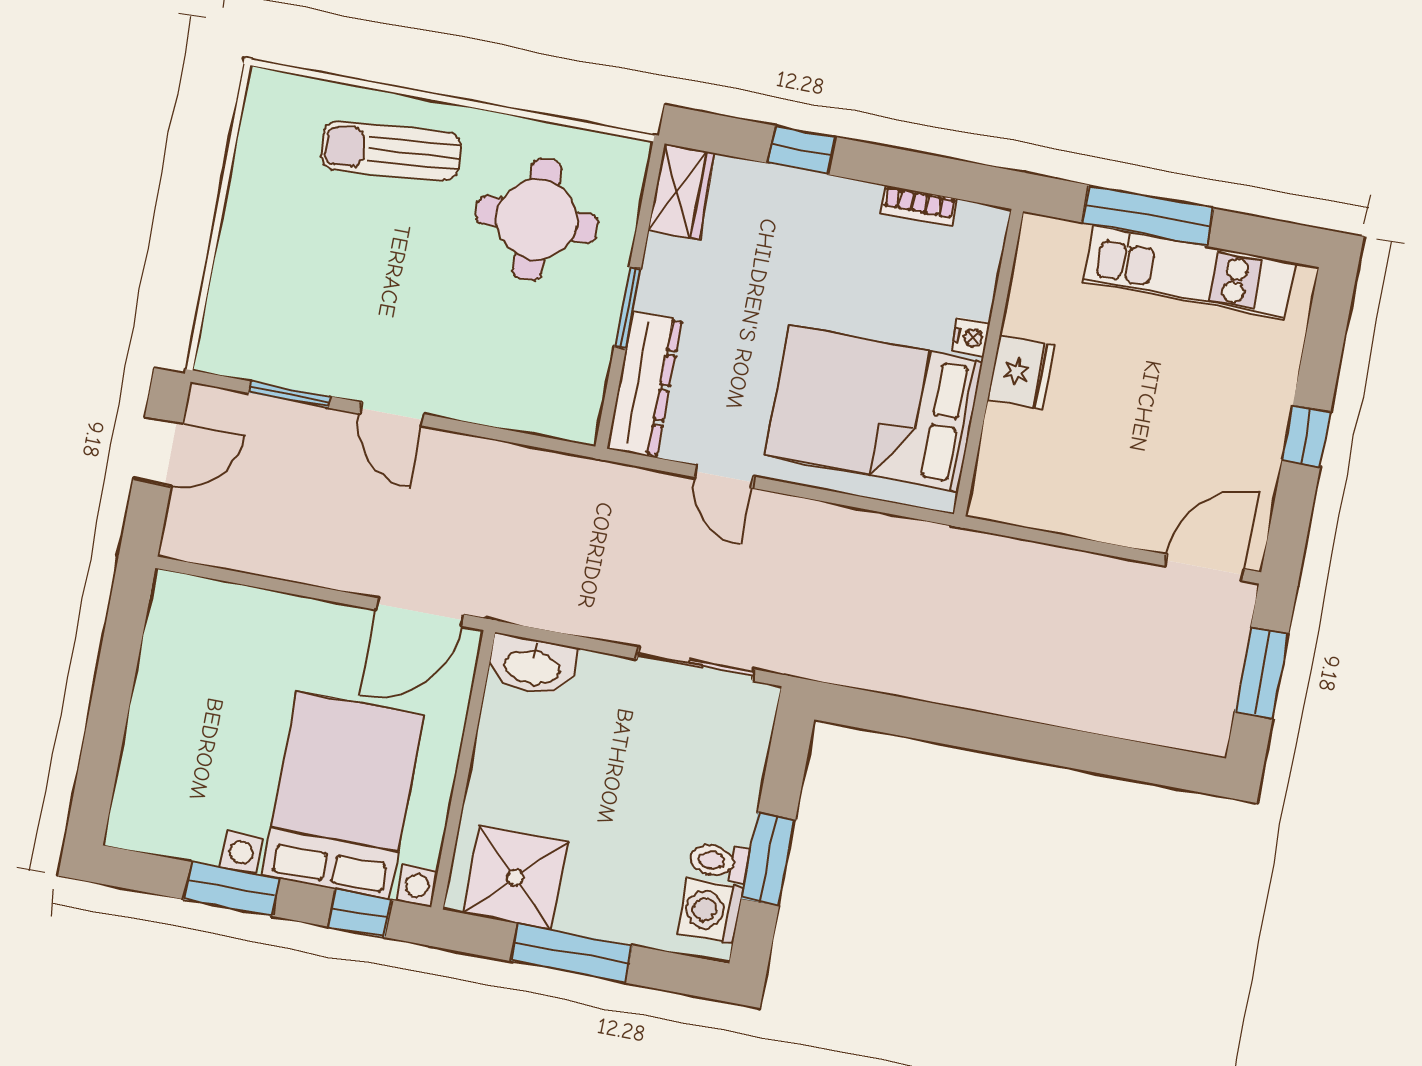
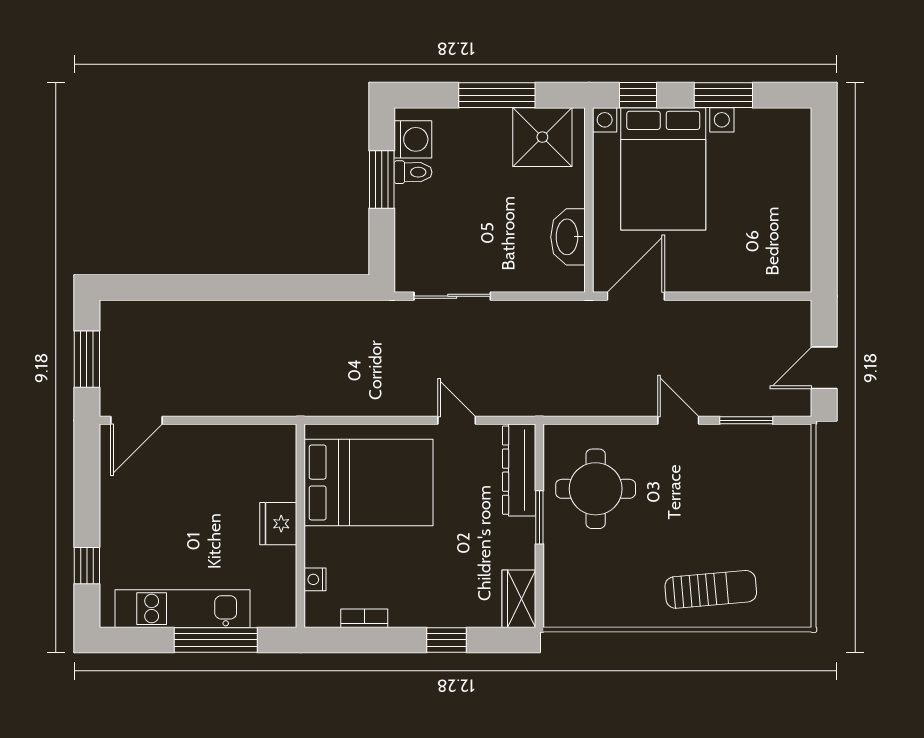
round table: (537, 219) -> (596, 489), moved
nightstand: (971, 337) -> (315, 579), moved
window: (1306, 436) -> (87, 566), moved
washbasin: (532, 666) -> (568, 237), moved, turned -90

